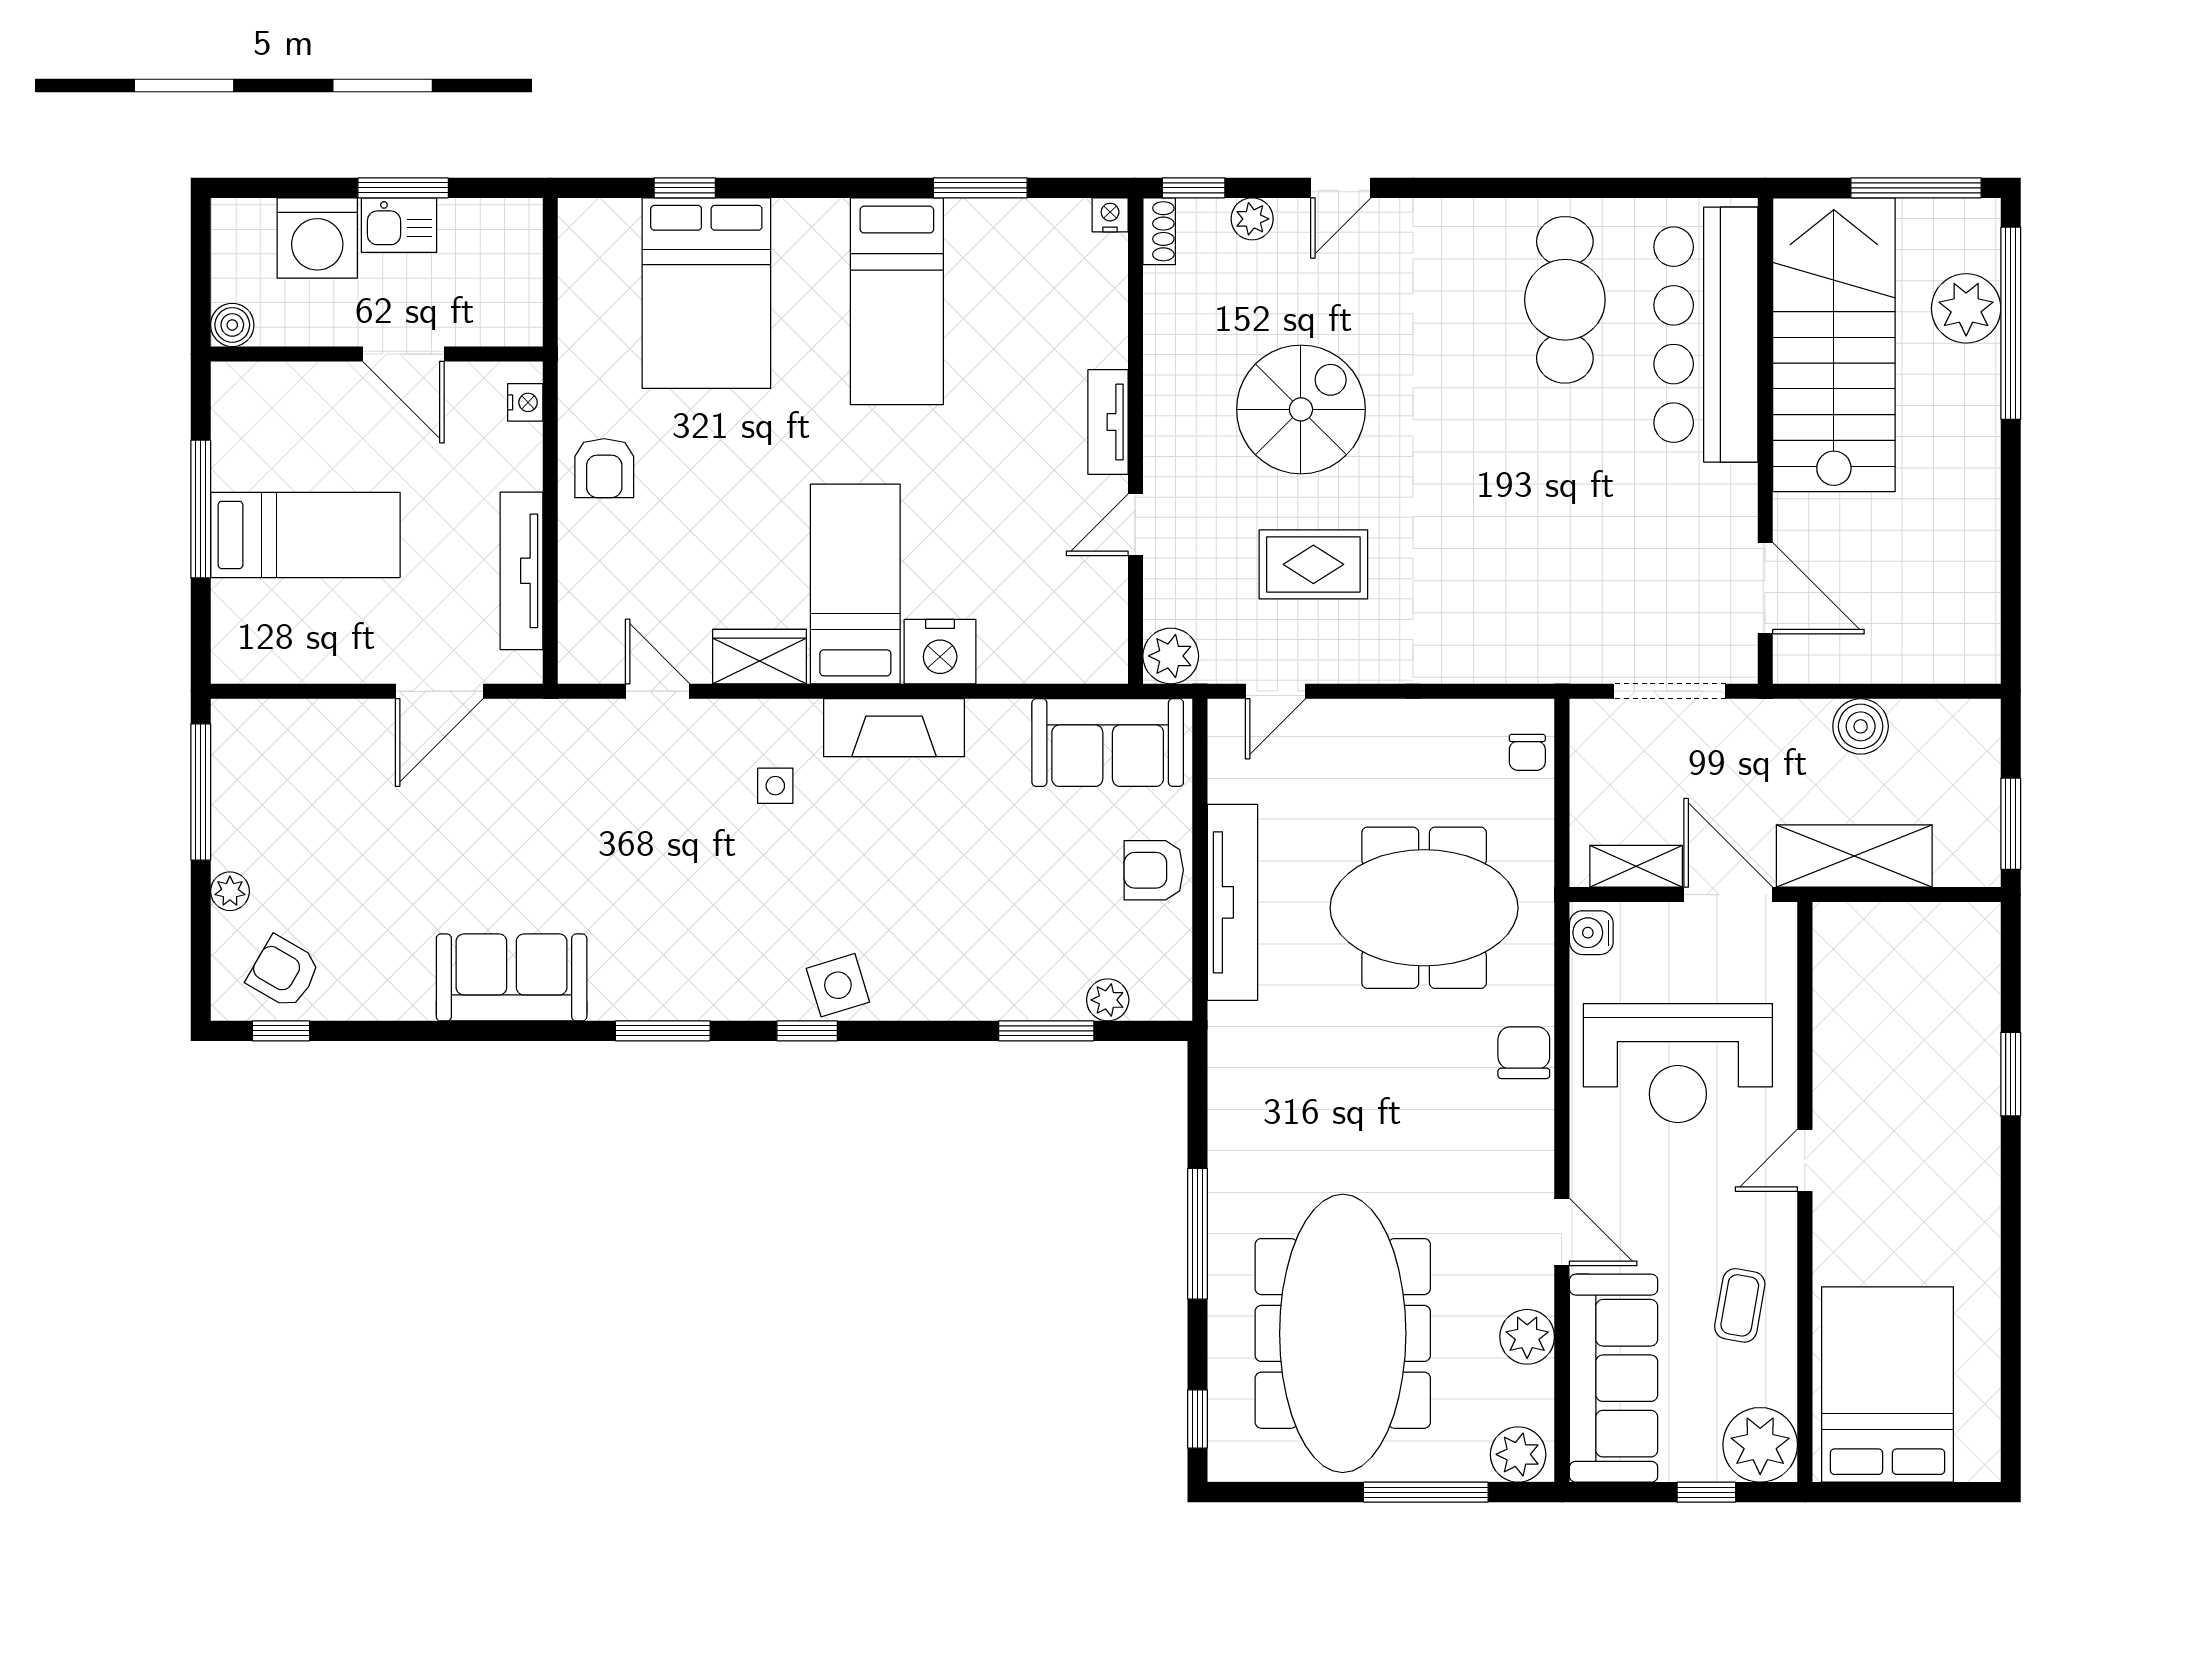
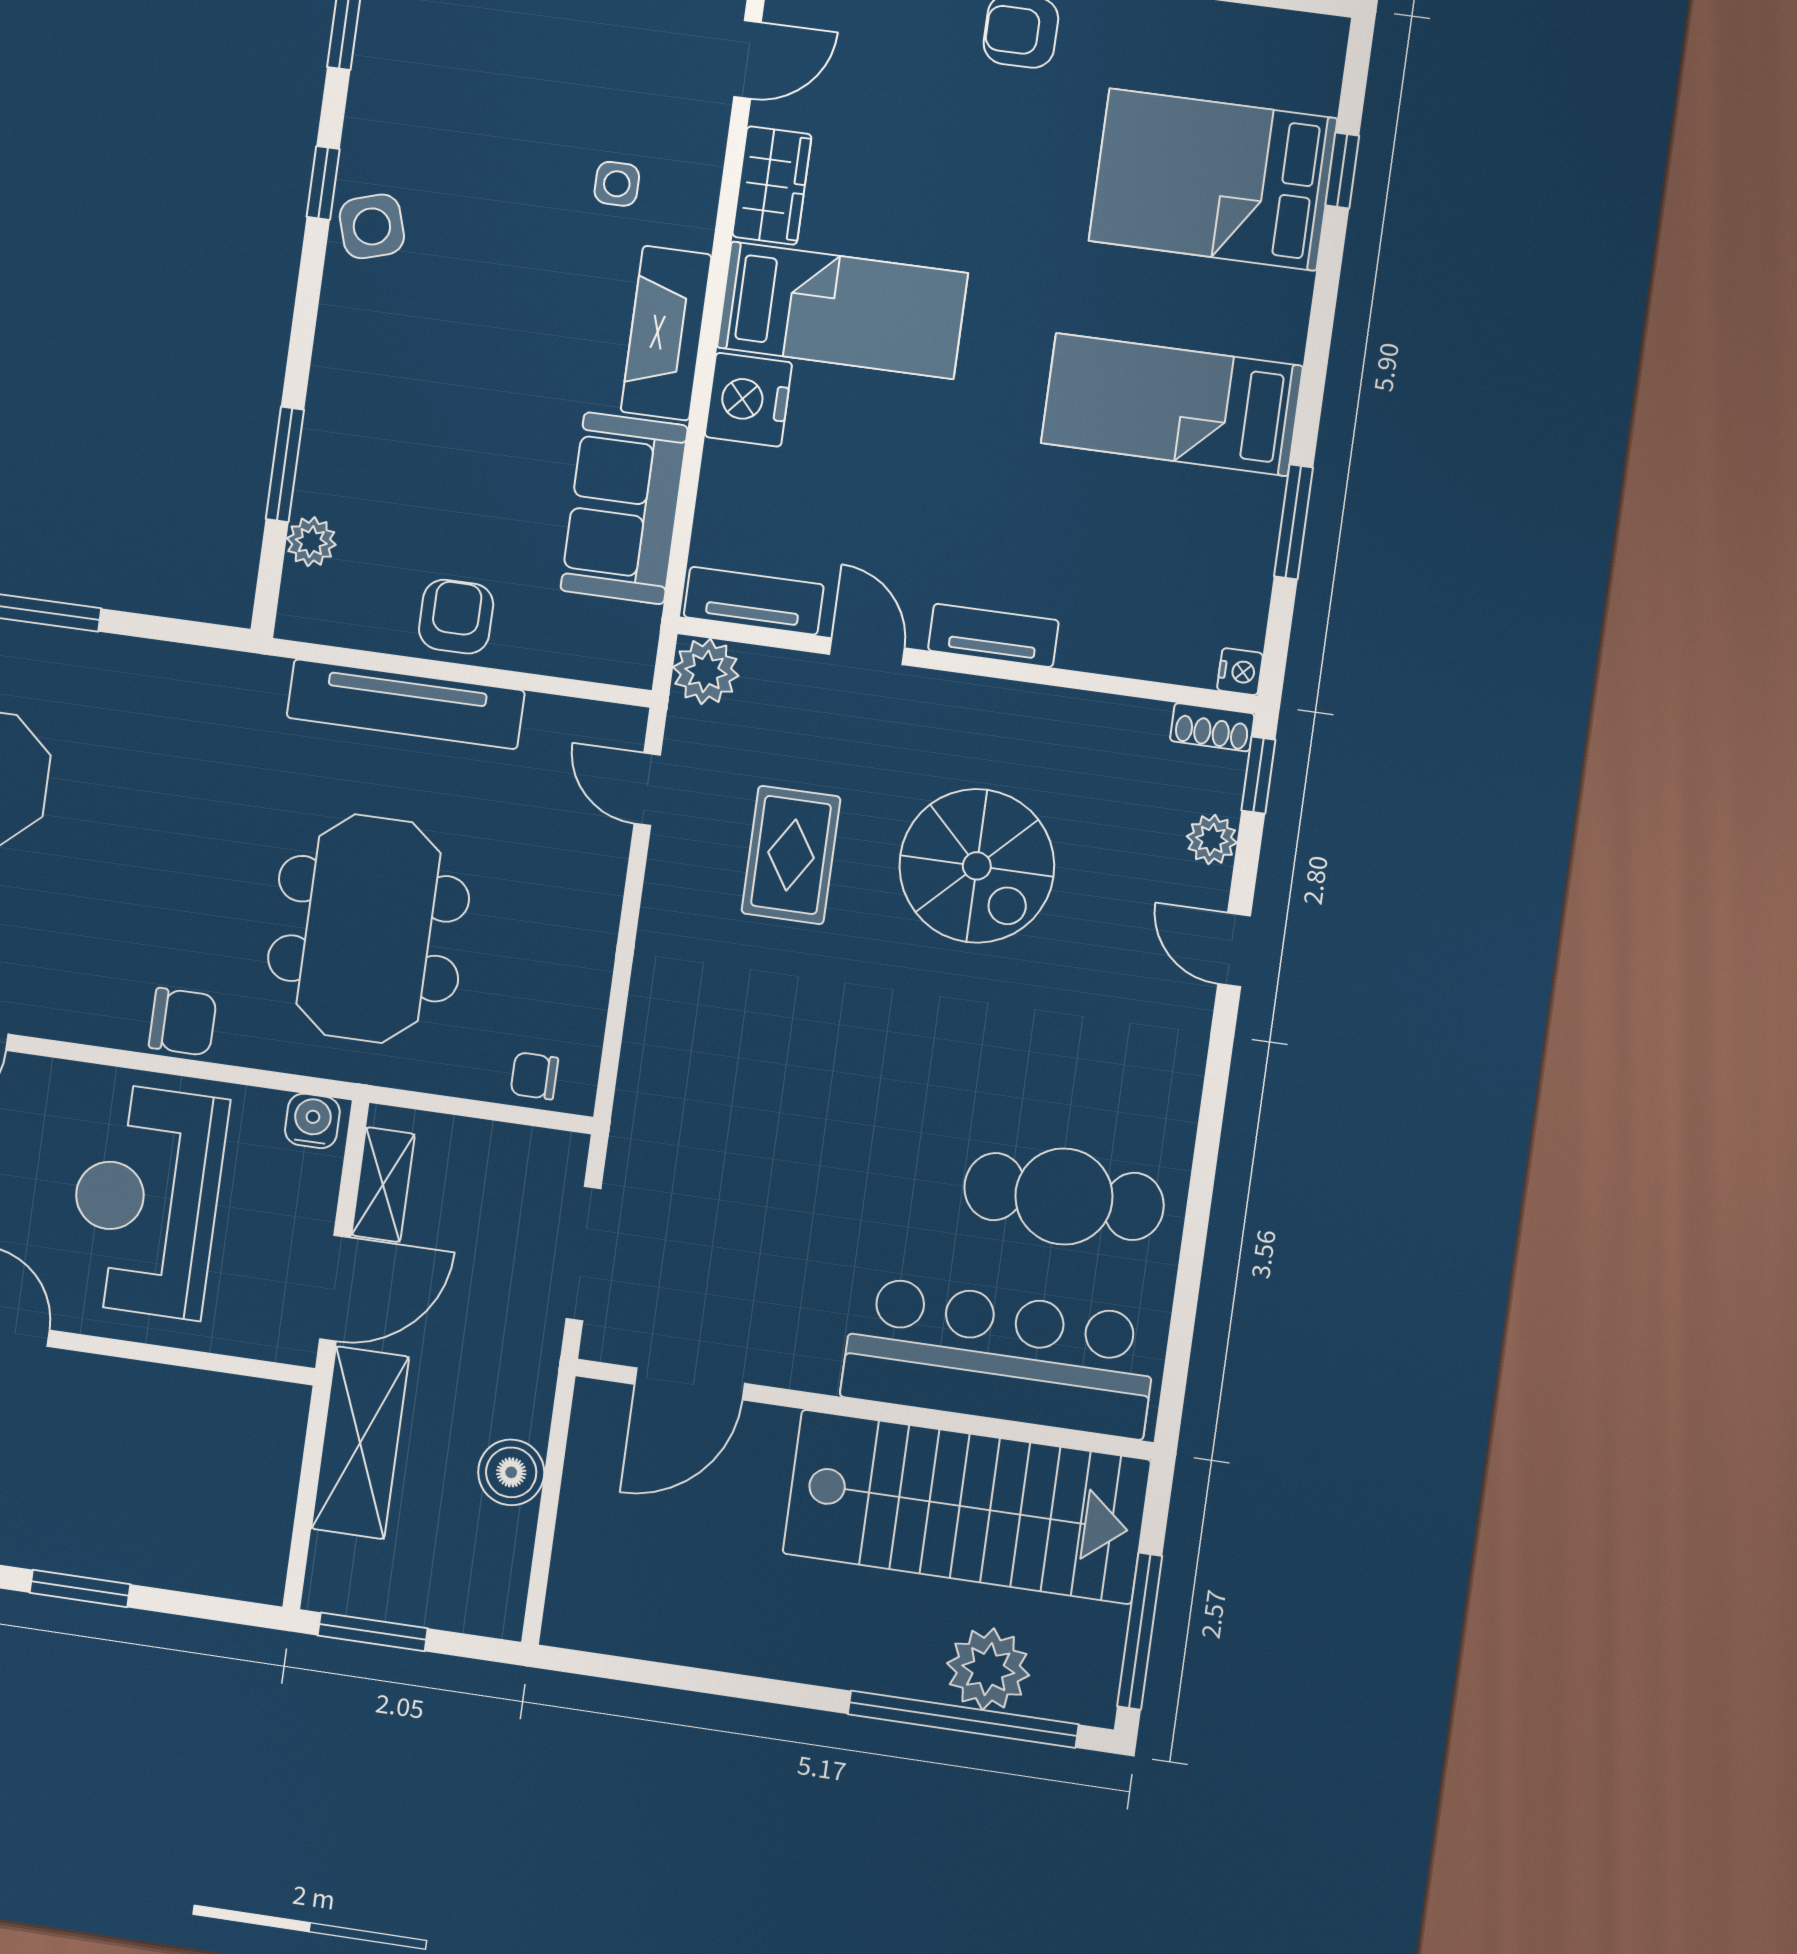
tv unit: (1106, 624) -> (754, 601), added
sofa: (1108, 743) -> (624, 508), moved

